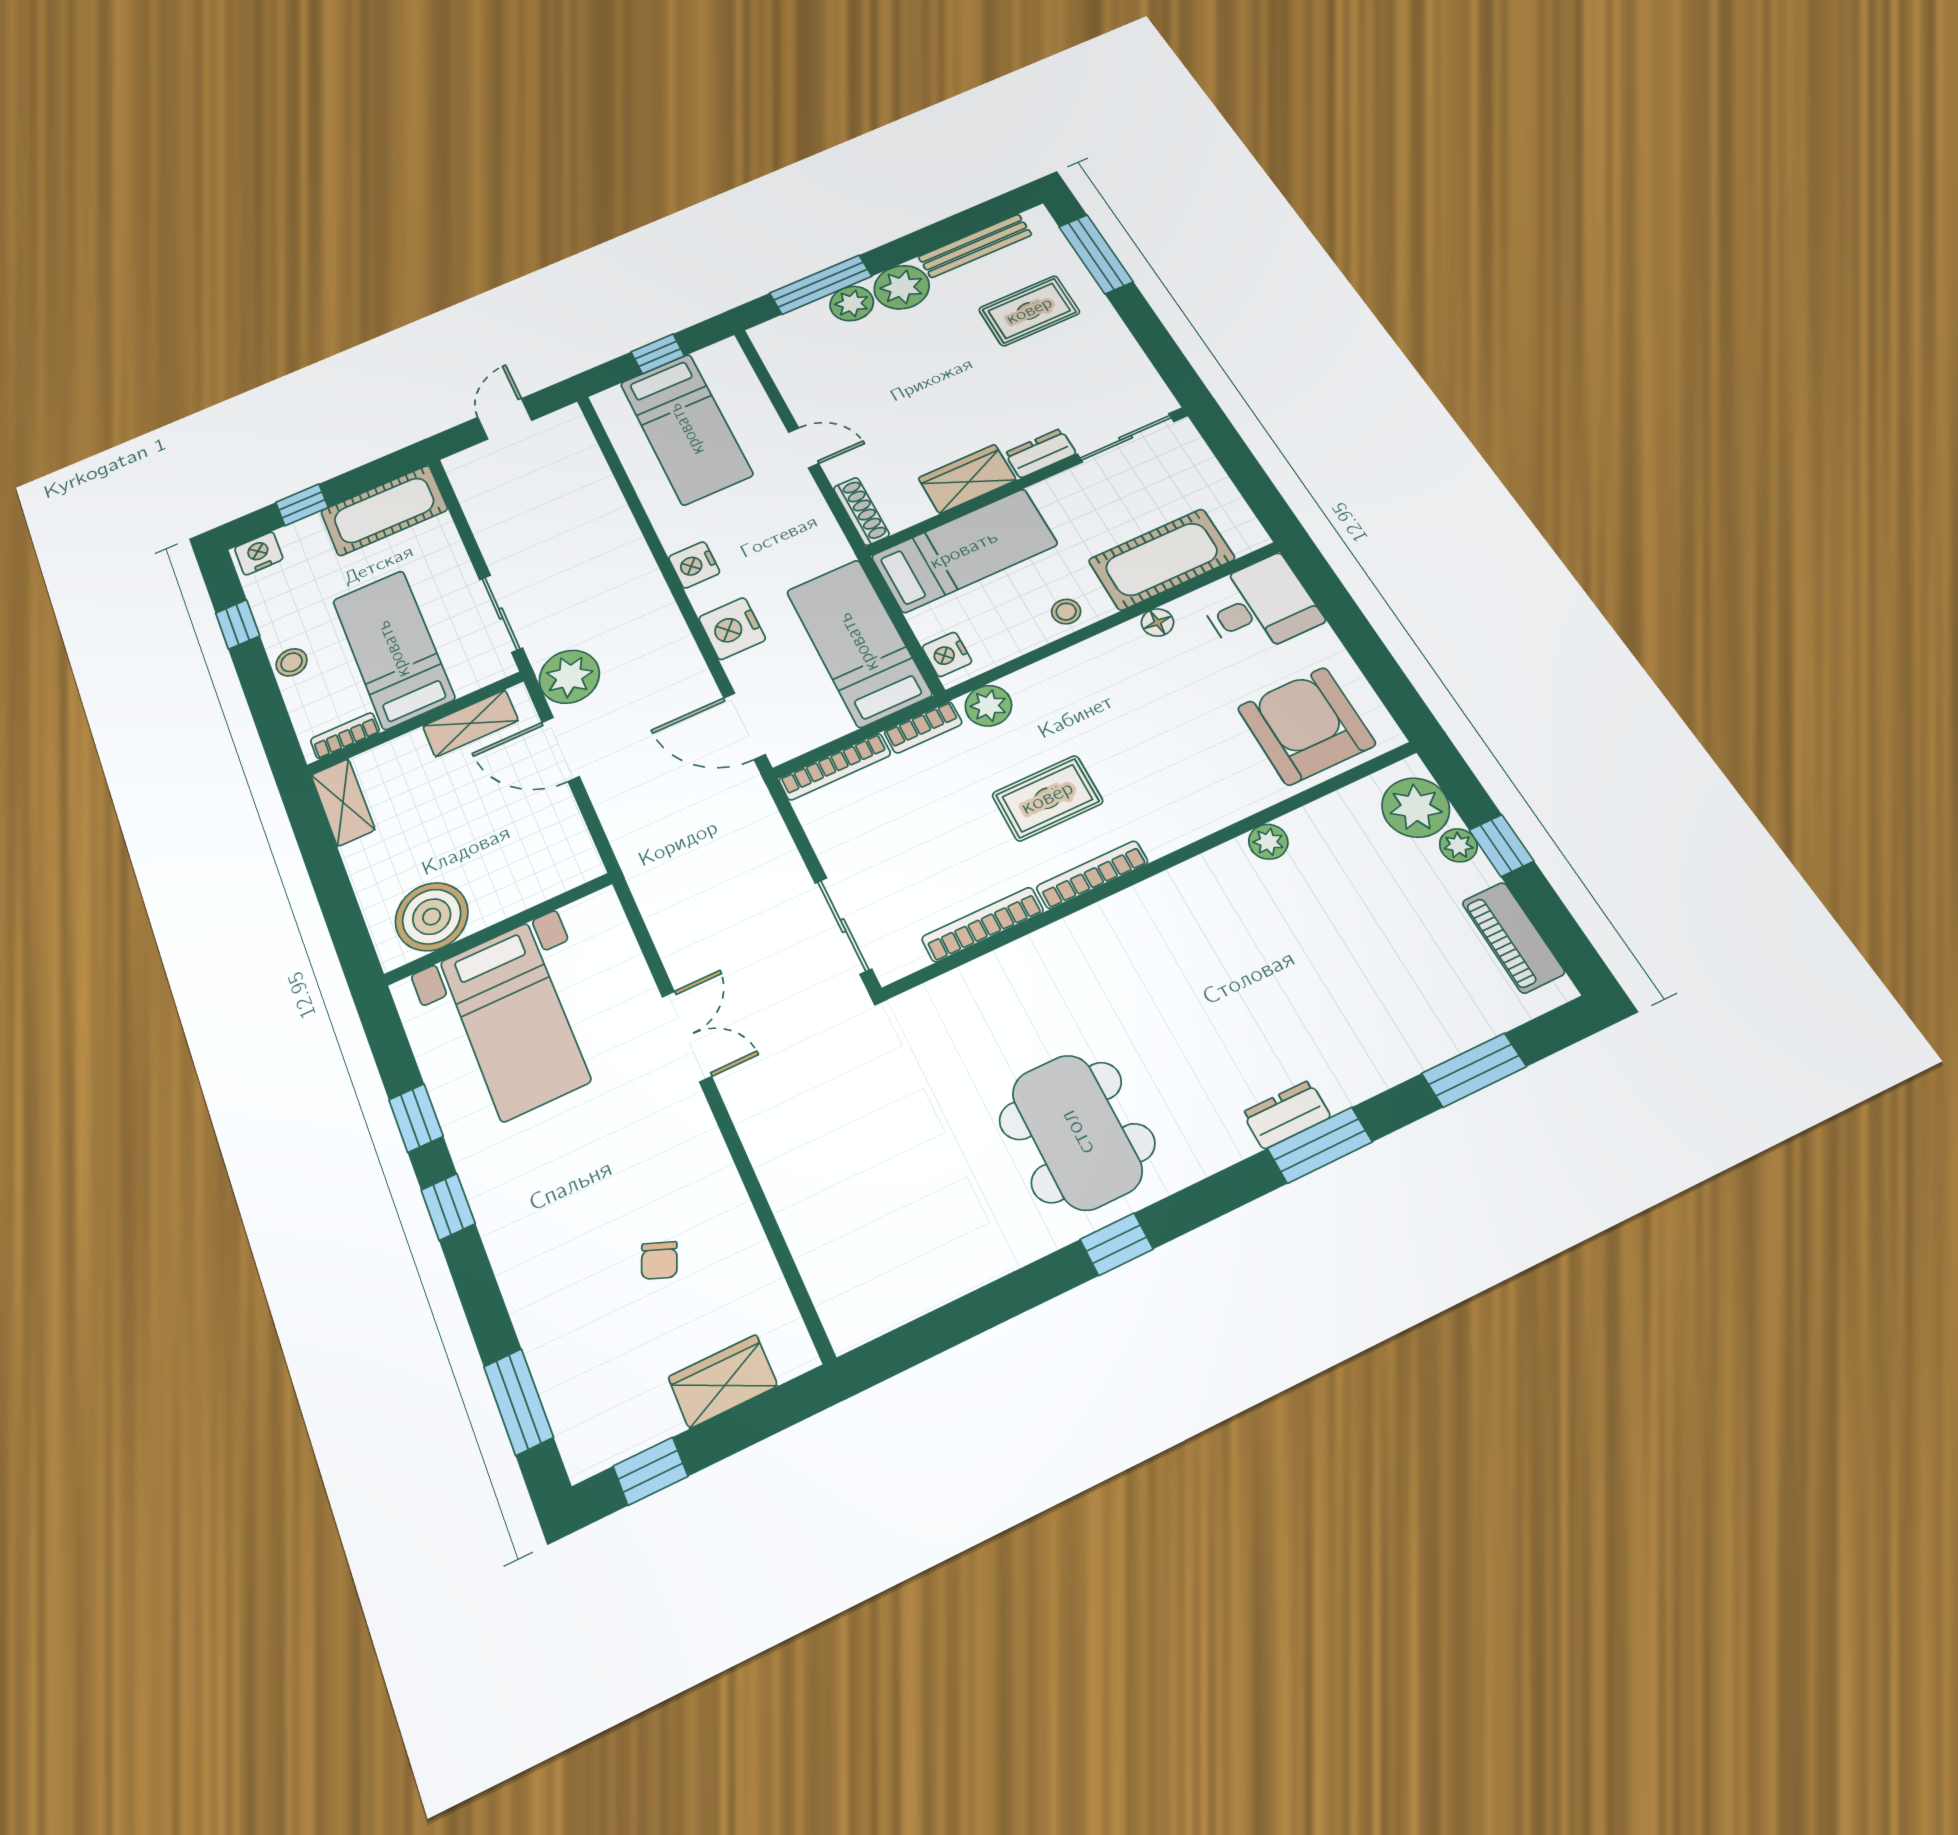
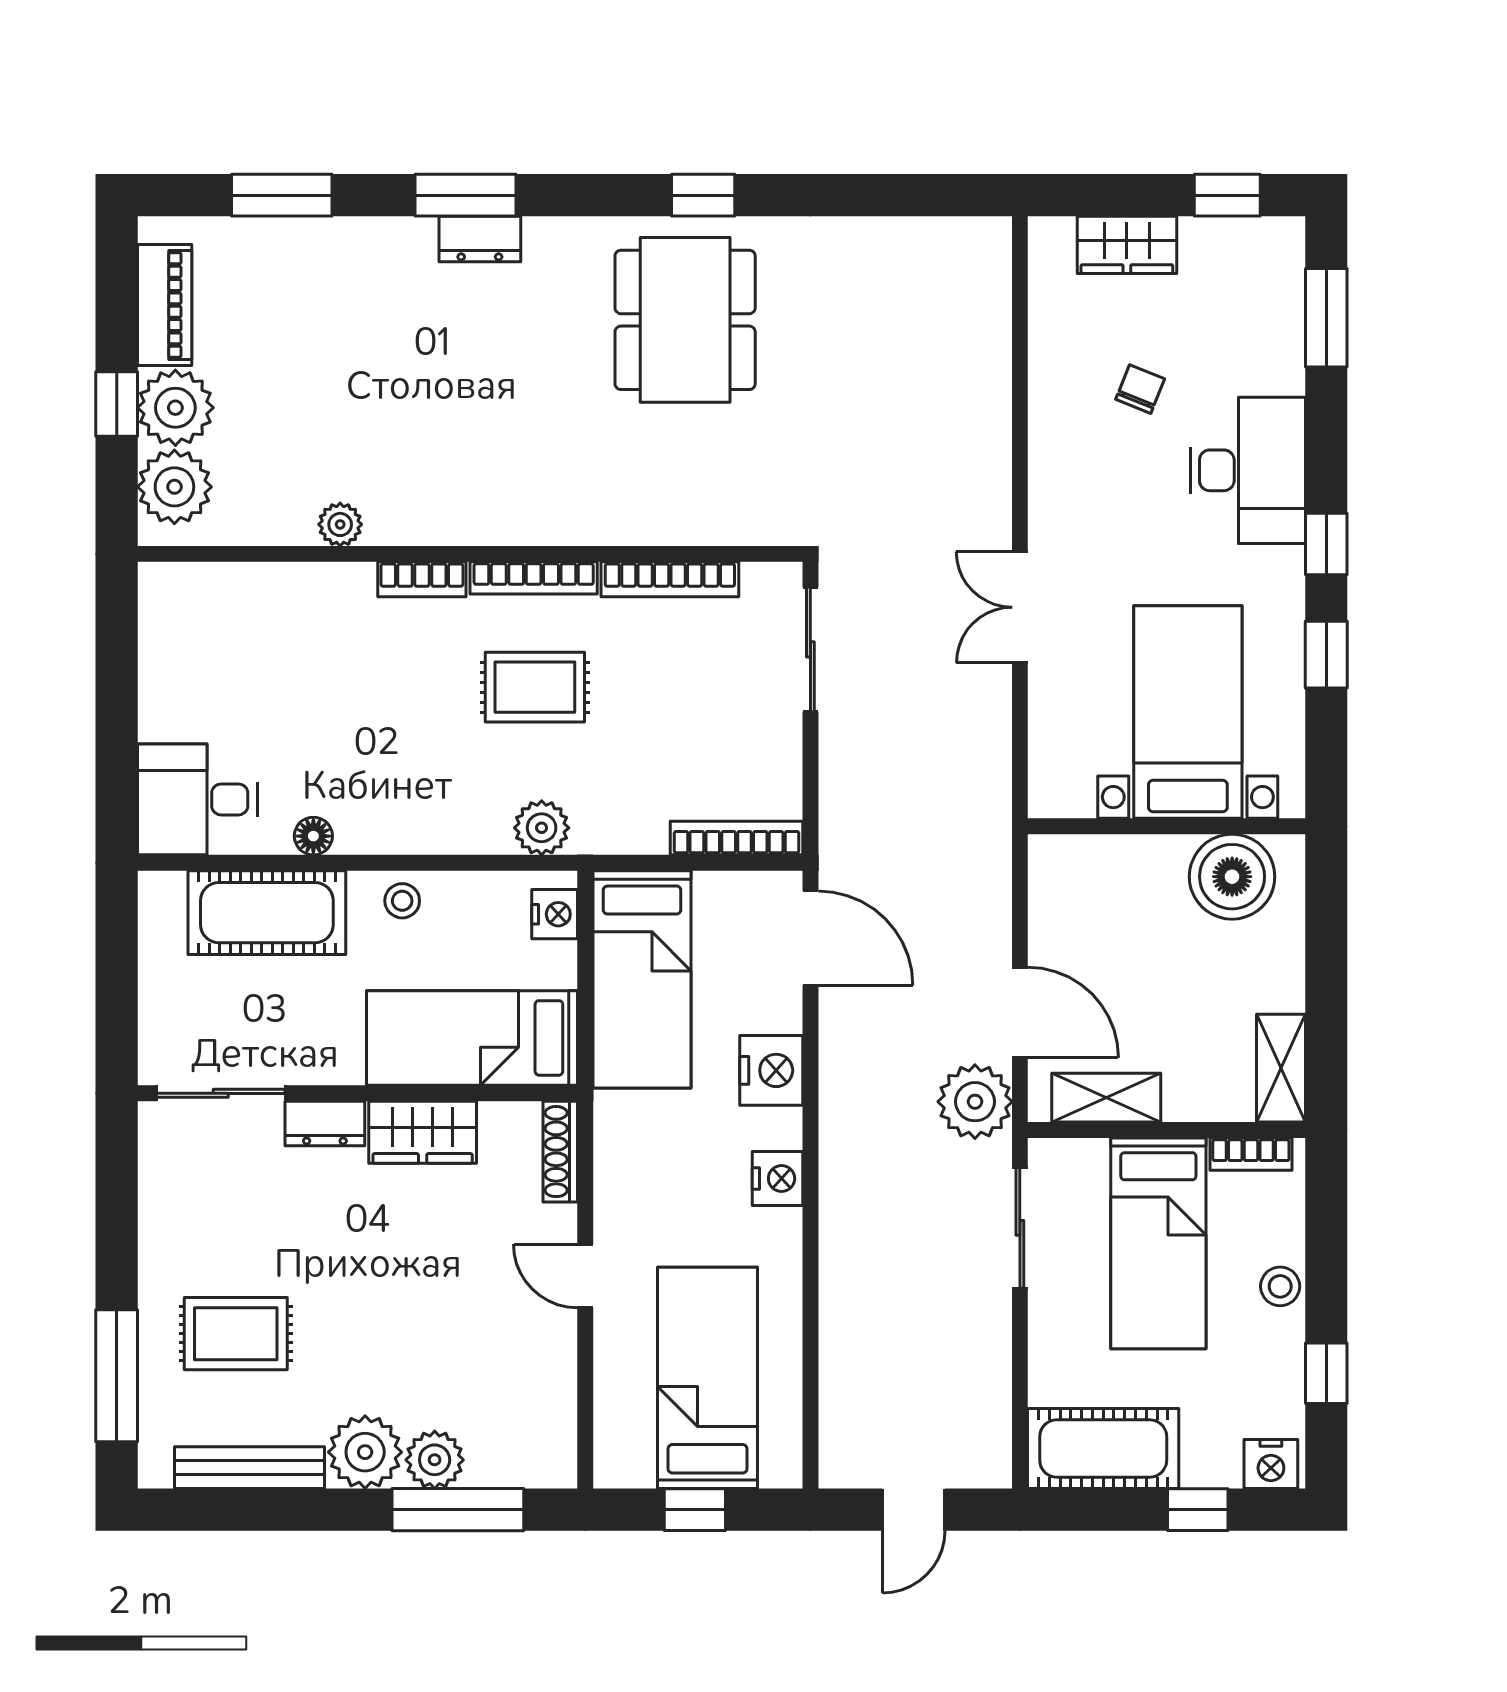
armchair: (1306, 726) -> (229, 633), removed
bookcase: (923, 727) -> (422, 579), moved, turned 180
plant: (1458, 845) -> (175, 408), width x1.88, depth x1.88
desk: (539, 1236) -> (1248, 470), added

